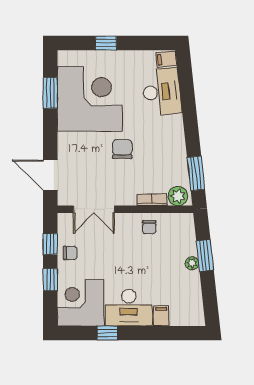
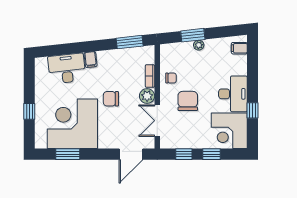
filing cabinet: (166, 59) -> (91, 60), moved
plant: (178, 196) -> (147, 96), moved
double door: (94, 209) -> (157, 121), swing flipped
chair: (70, 253) -> (188, 101), moved, width x1.87, depth x1.87
filing cabinet: (161, 316) -> (239, 48), moved

